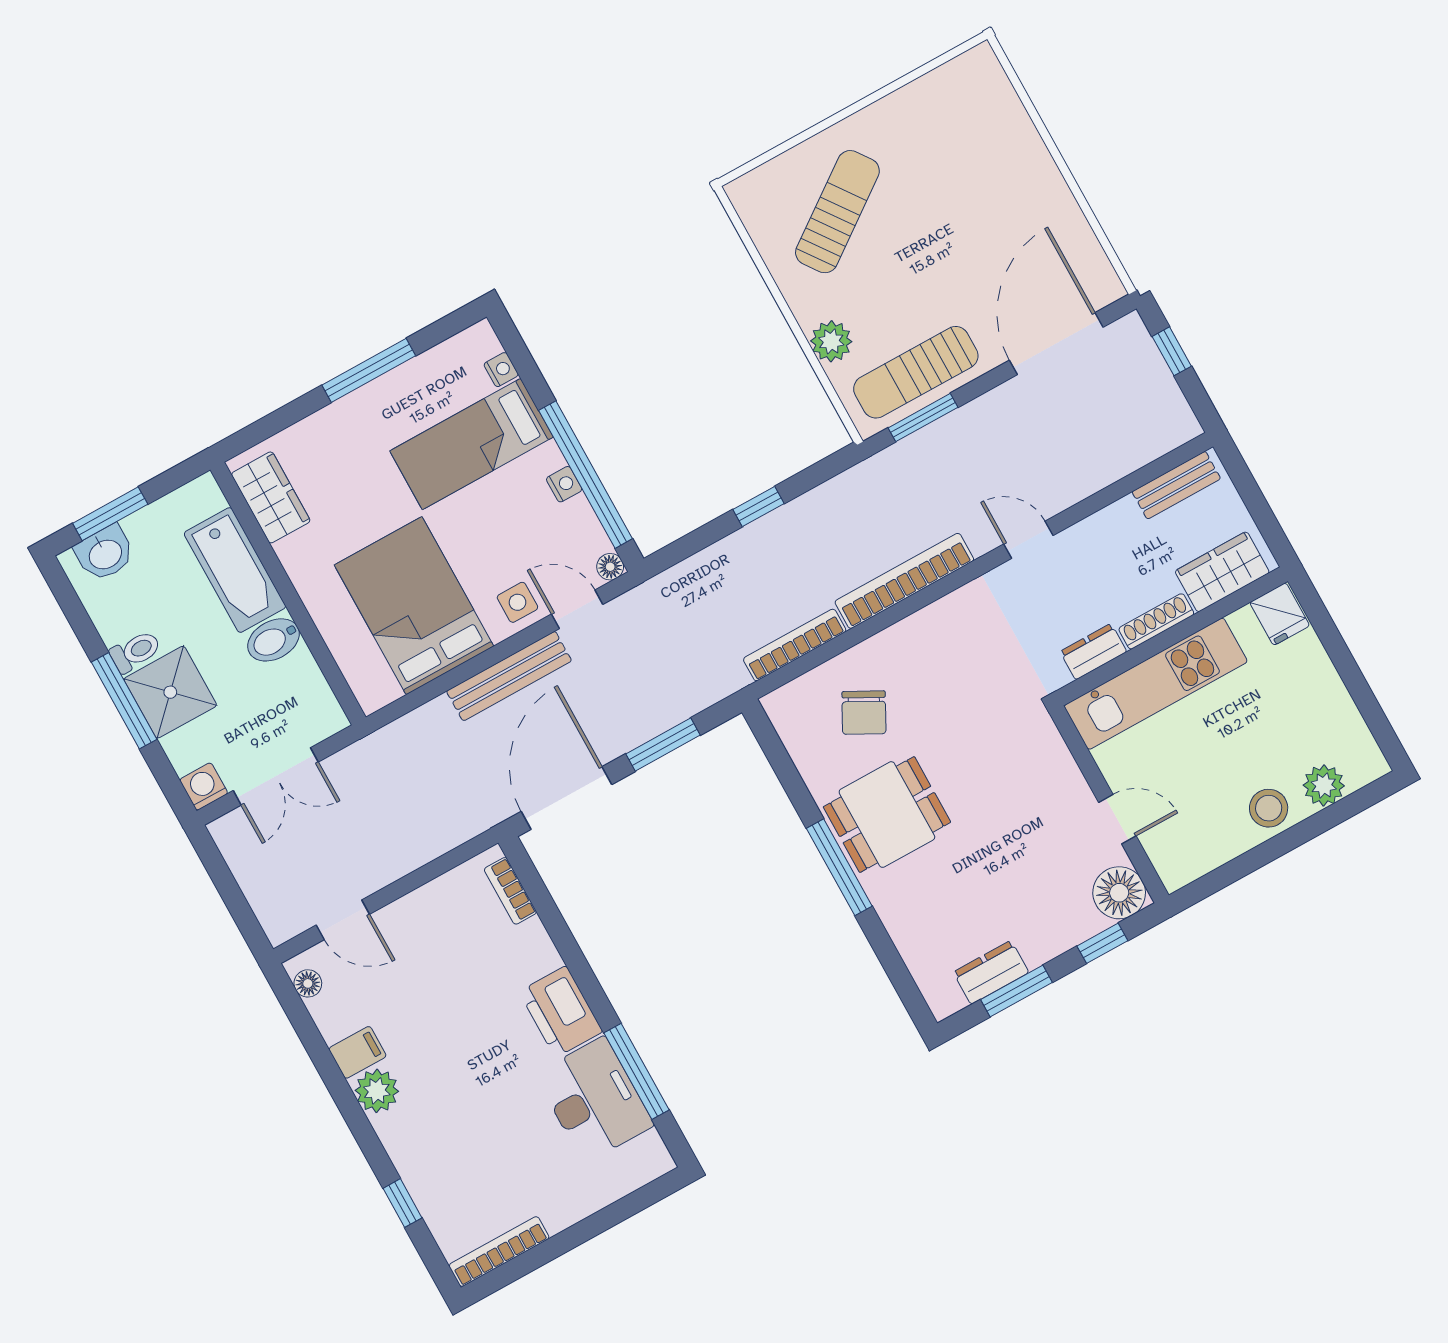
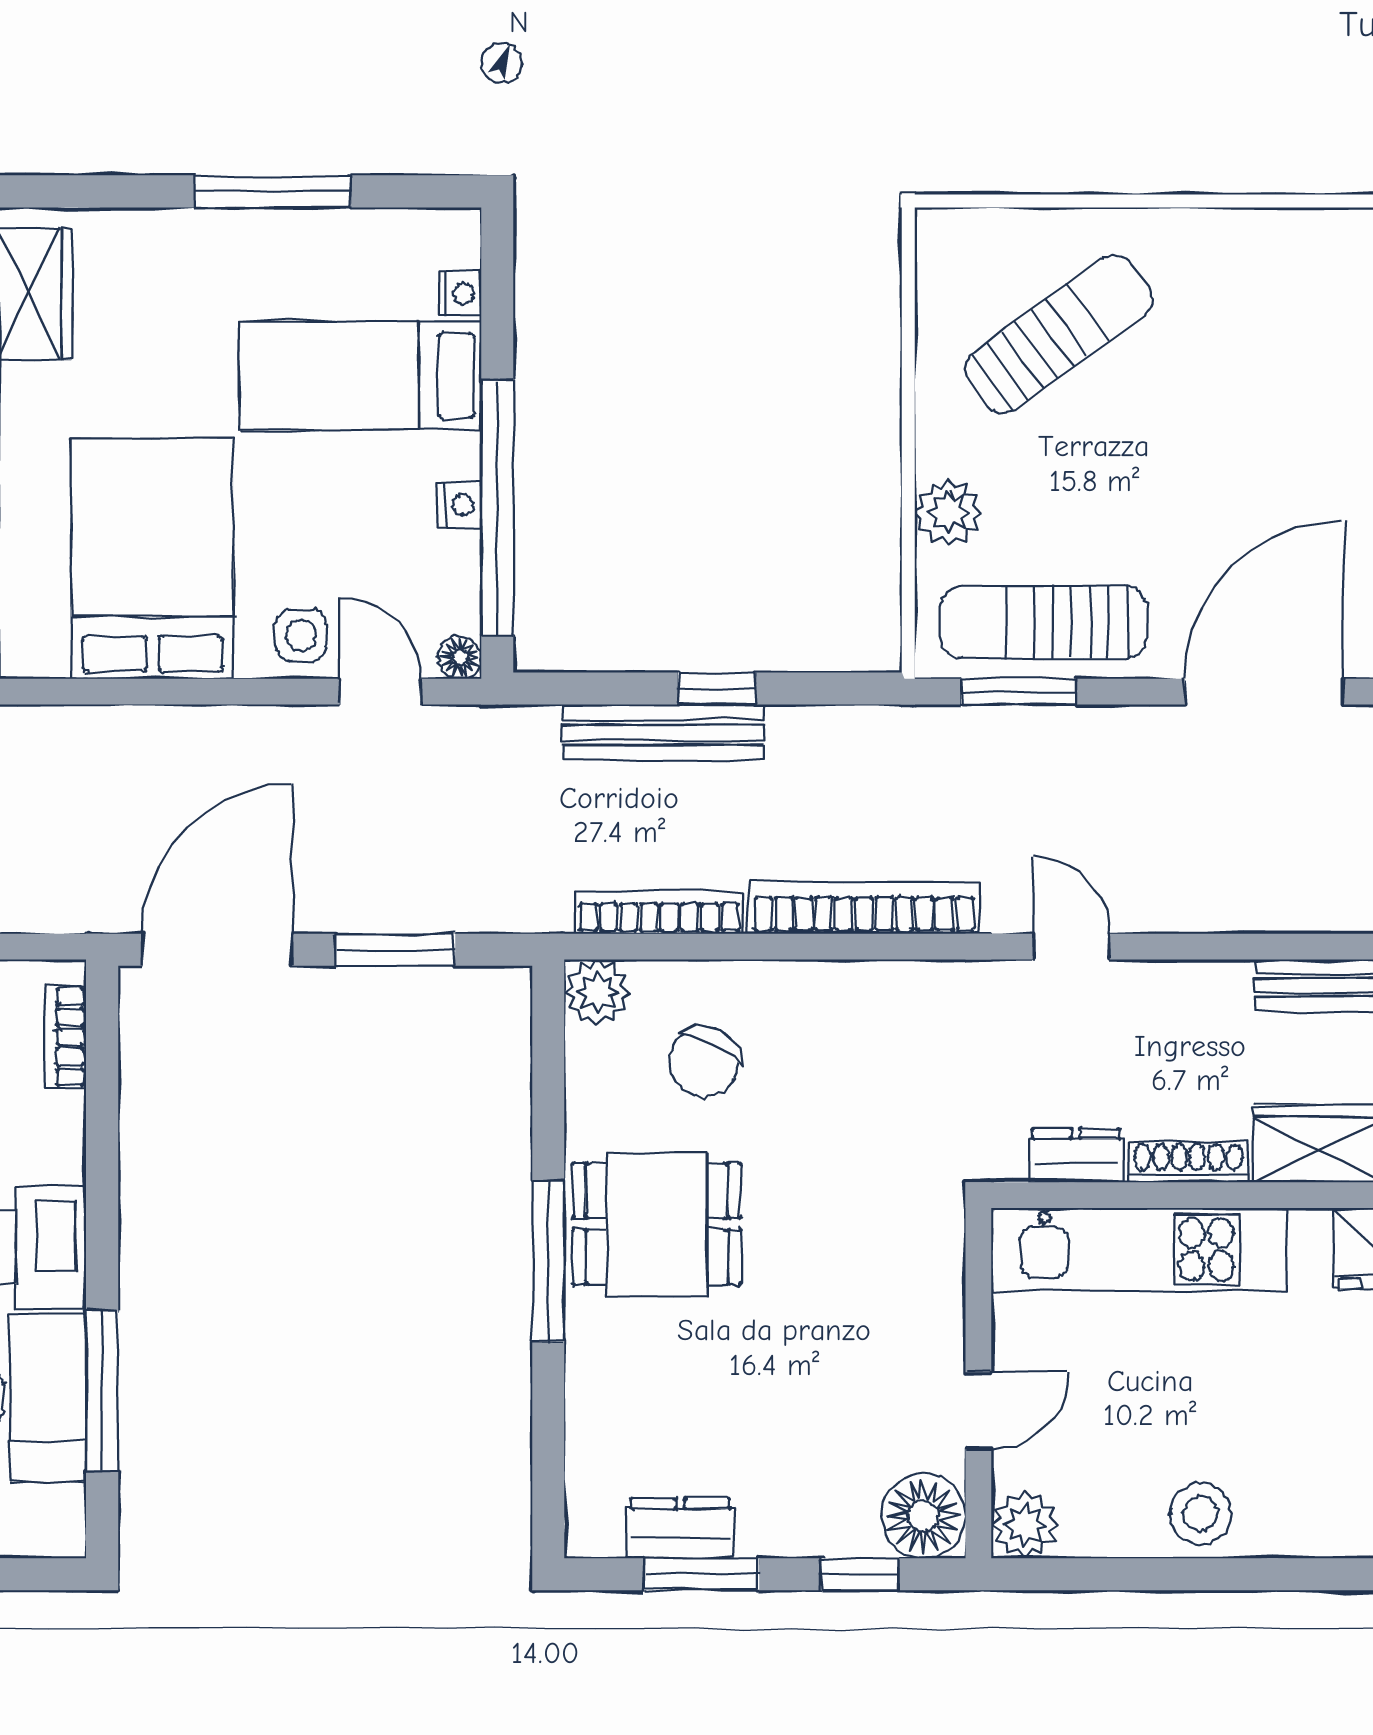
bench: (509, 676) -> (664, 733), moved
plant: (785, 707) -> (597, 993), added
plant: (1324, 785) -> (1025, 1525), moved
door: (1117, 819) -> (978, 1411), hinge flipped

